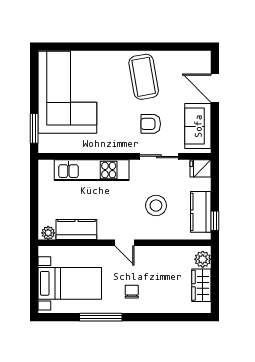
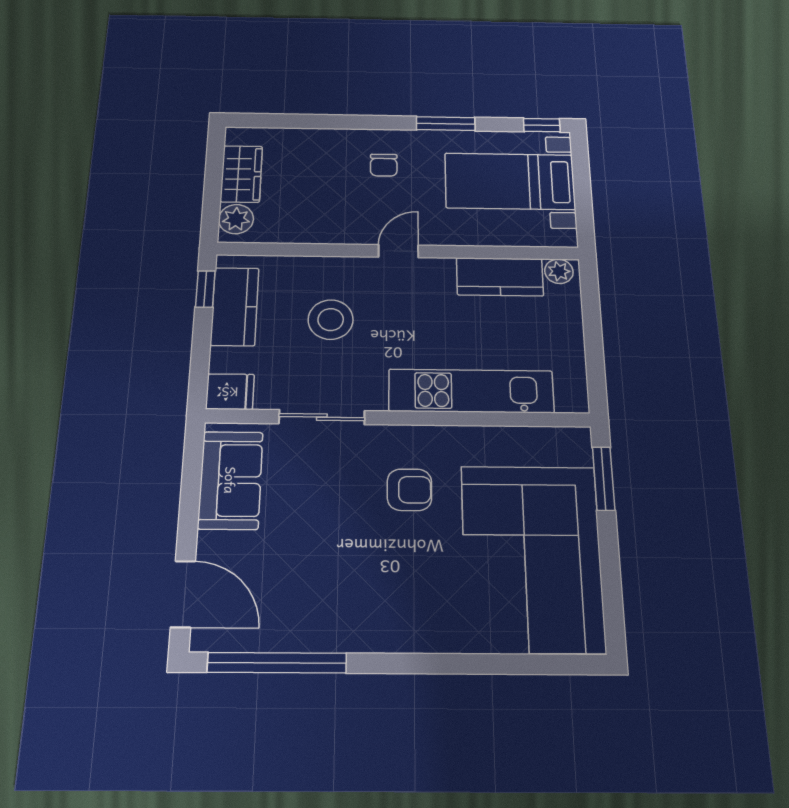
window: (174, 47) -> (277, 663), added
coffee table: (144, 77) -> (353, 591), removed
door: (215, 88) -> (183, 594), moved
armchair: (151, 124) -> (409, 490), moved
door: (124, 243) -> (398, 251), hinge flipped
window: (52, 317) -> (542, 125), added
window: (101, 317) -> (446, 124), width x0.69

